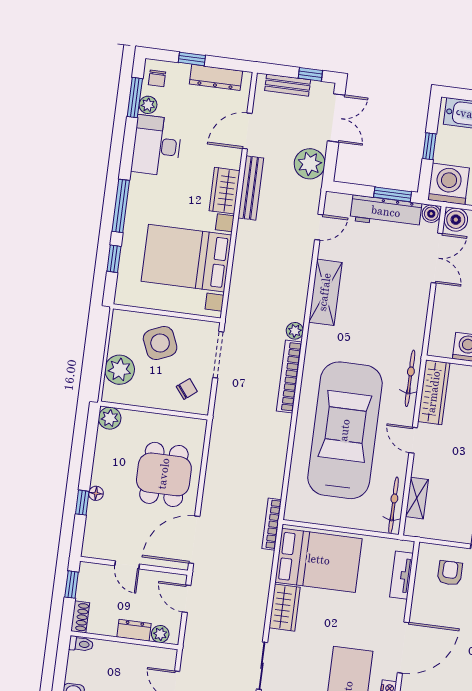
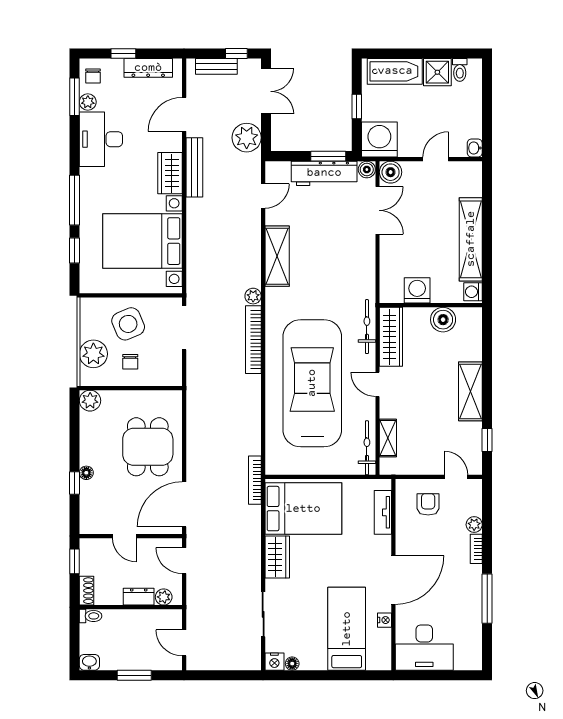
chair: (187, 389) -> (130, 362), moved, turned 128

